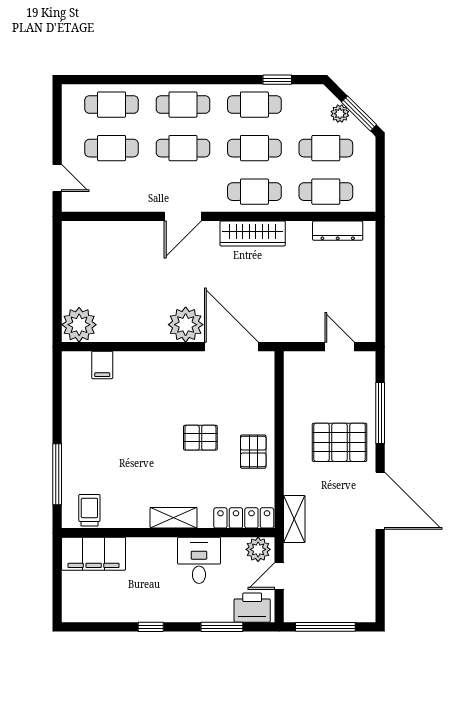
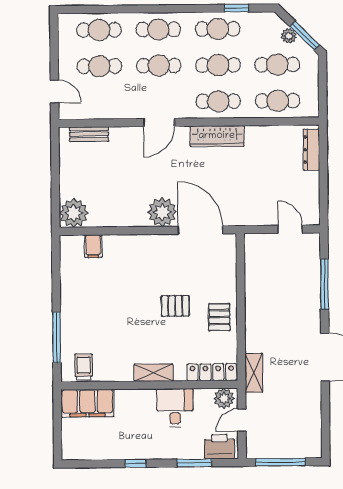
bench: (98, 230) -> (89, 134), added
dresser: (338, 231) -> (311, 150), moved, turned 90
pallet: (340, 442) -> (291, 309), removed

